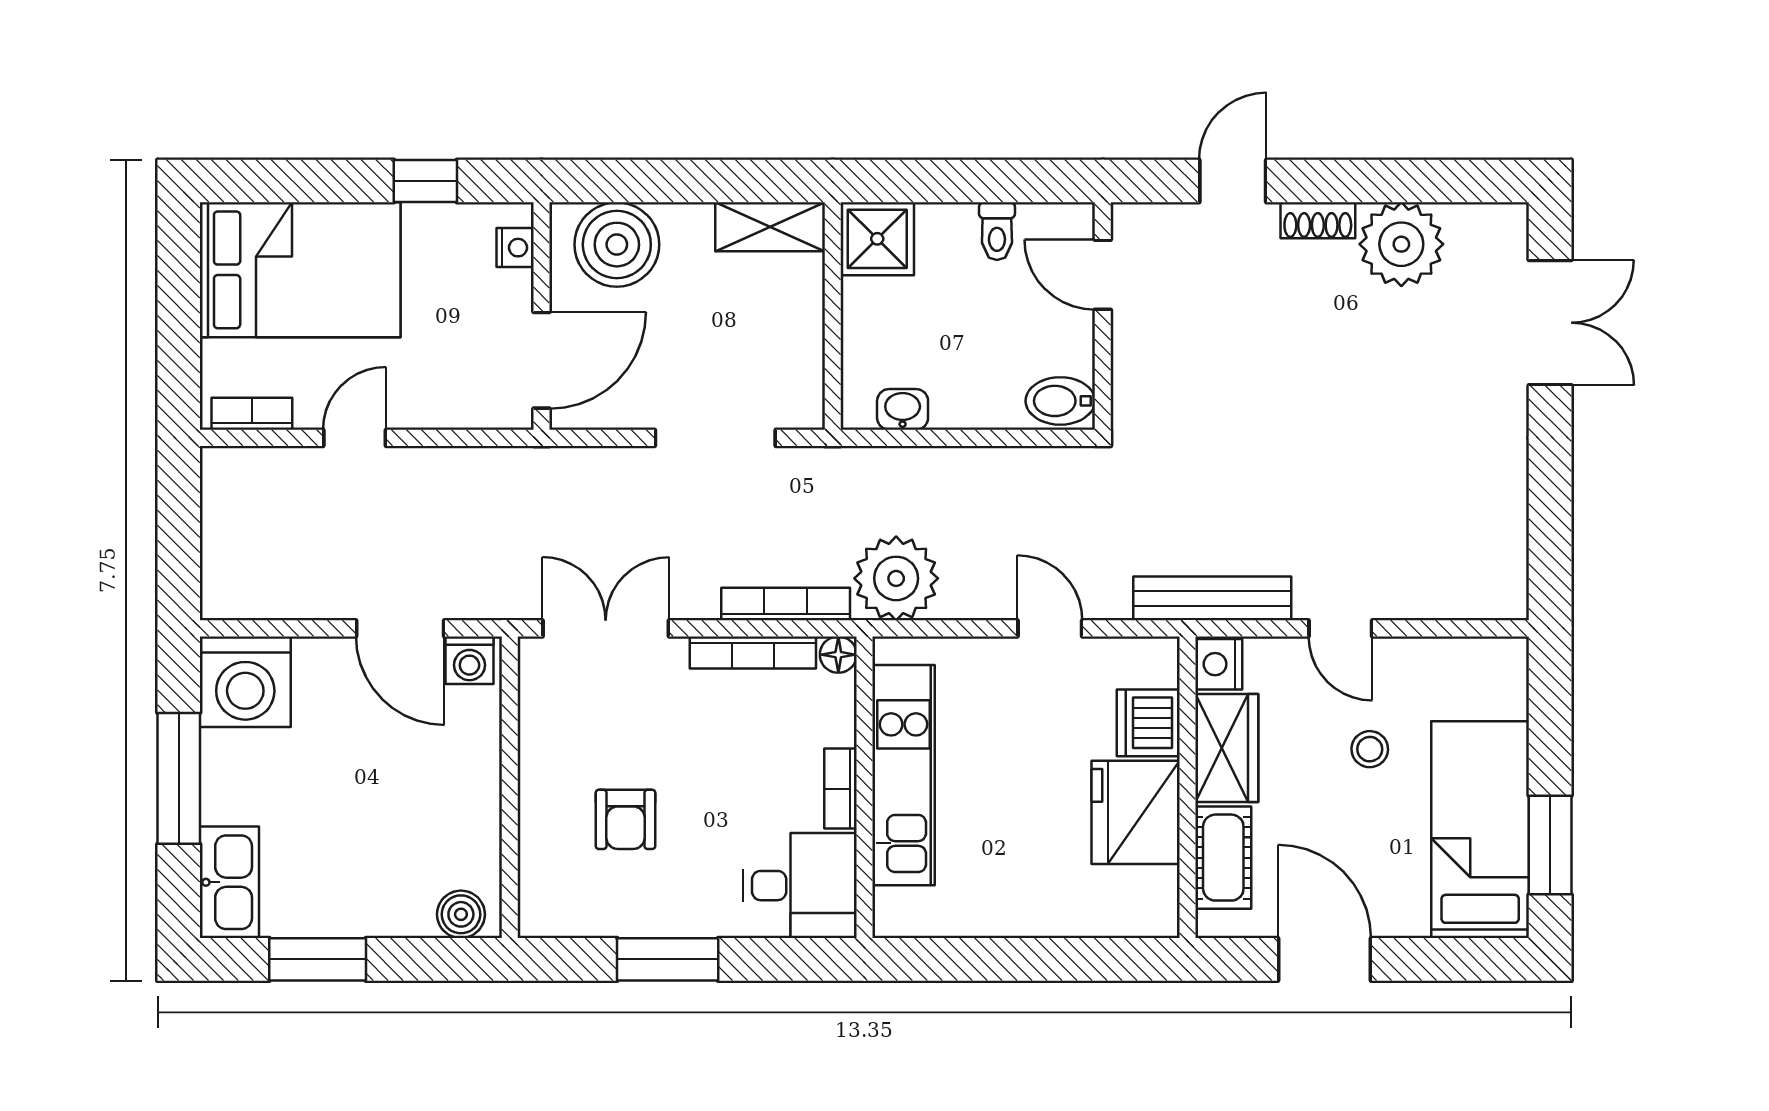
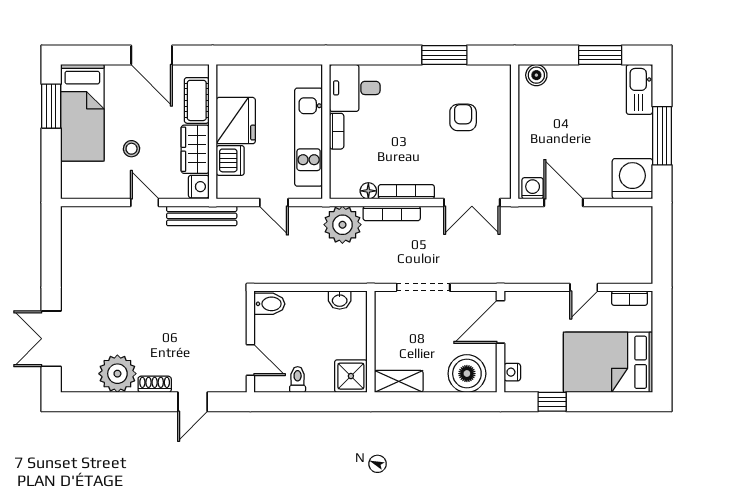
kitchen unit: (903, 775) -> (309, 137), moved
wall: (864, 787) -> (326, 132), moved
bookcase: (840, 789) -> (337, 131), moved
desk: (800, 886) -> (355, 88), moved

